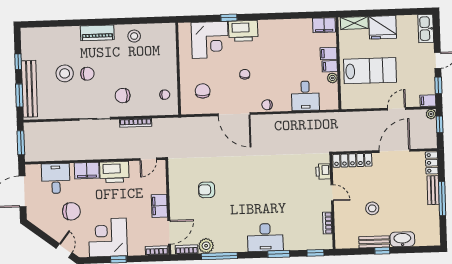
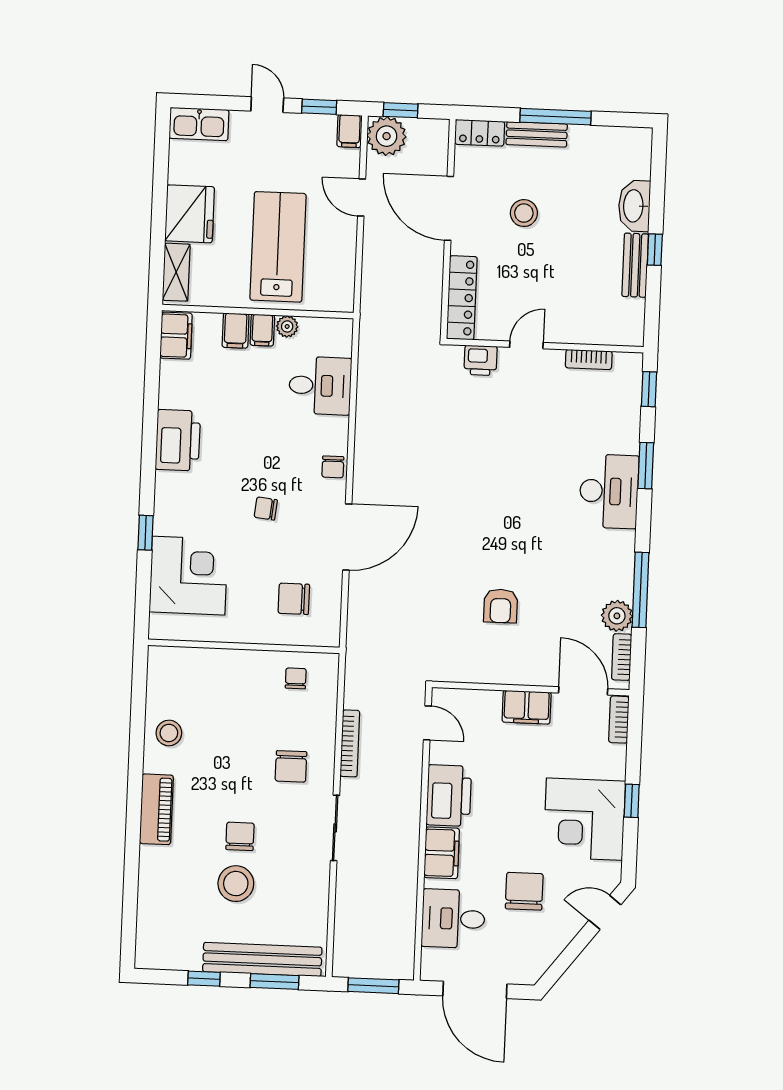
printer: (243, 31) -> (178, 440), moved
plant: (431, 114) -> (387, 136), width x1.88, depth x1.88
stool: (372, 208) -> (524, 213), moved

